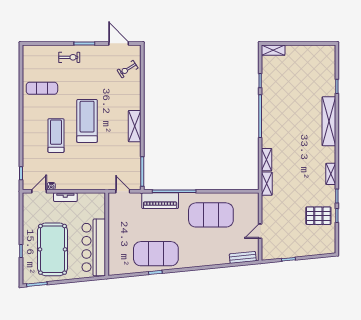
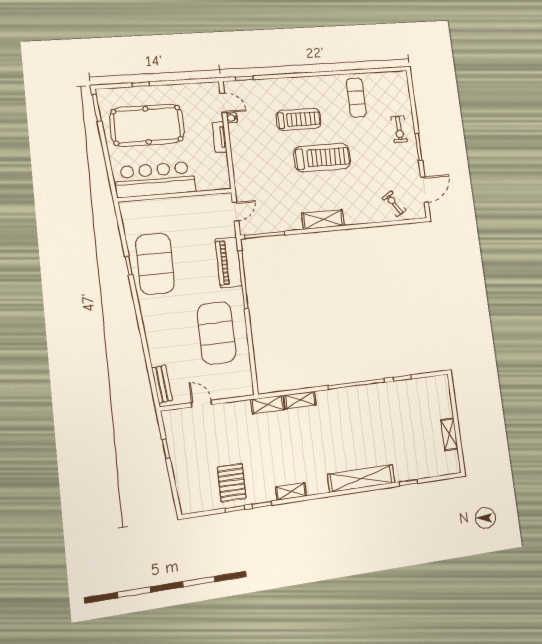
shelving: (273, 50) -> (449, 434), moved

